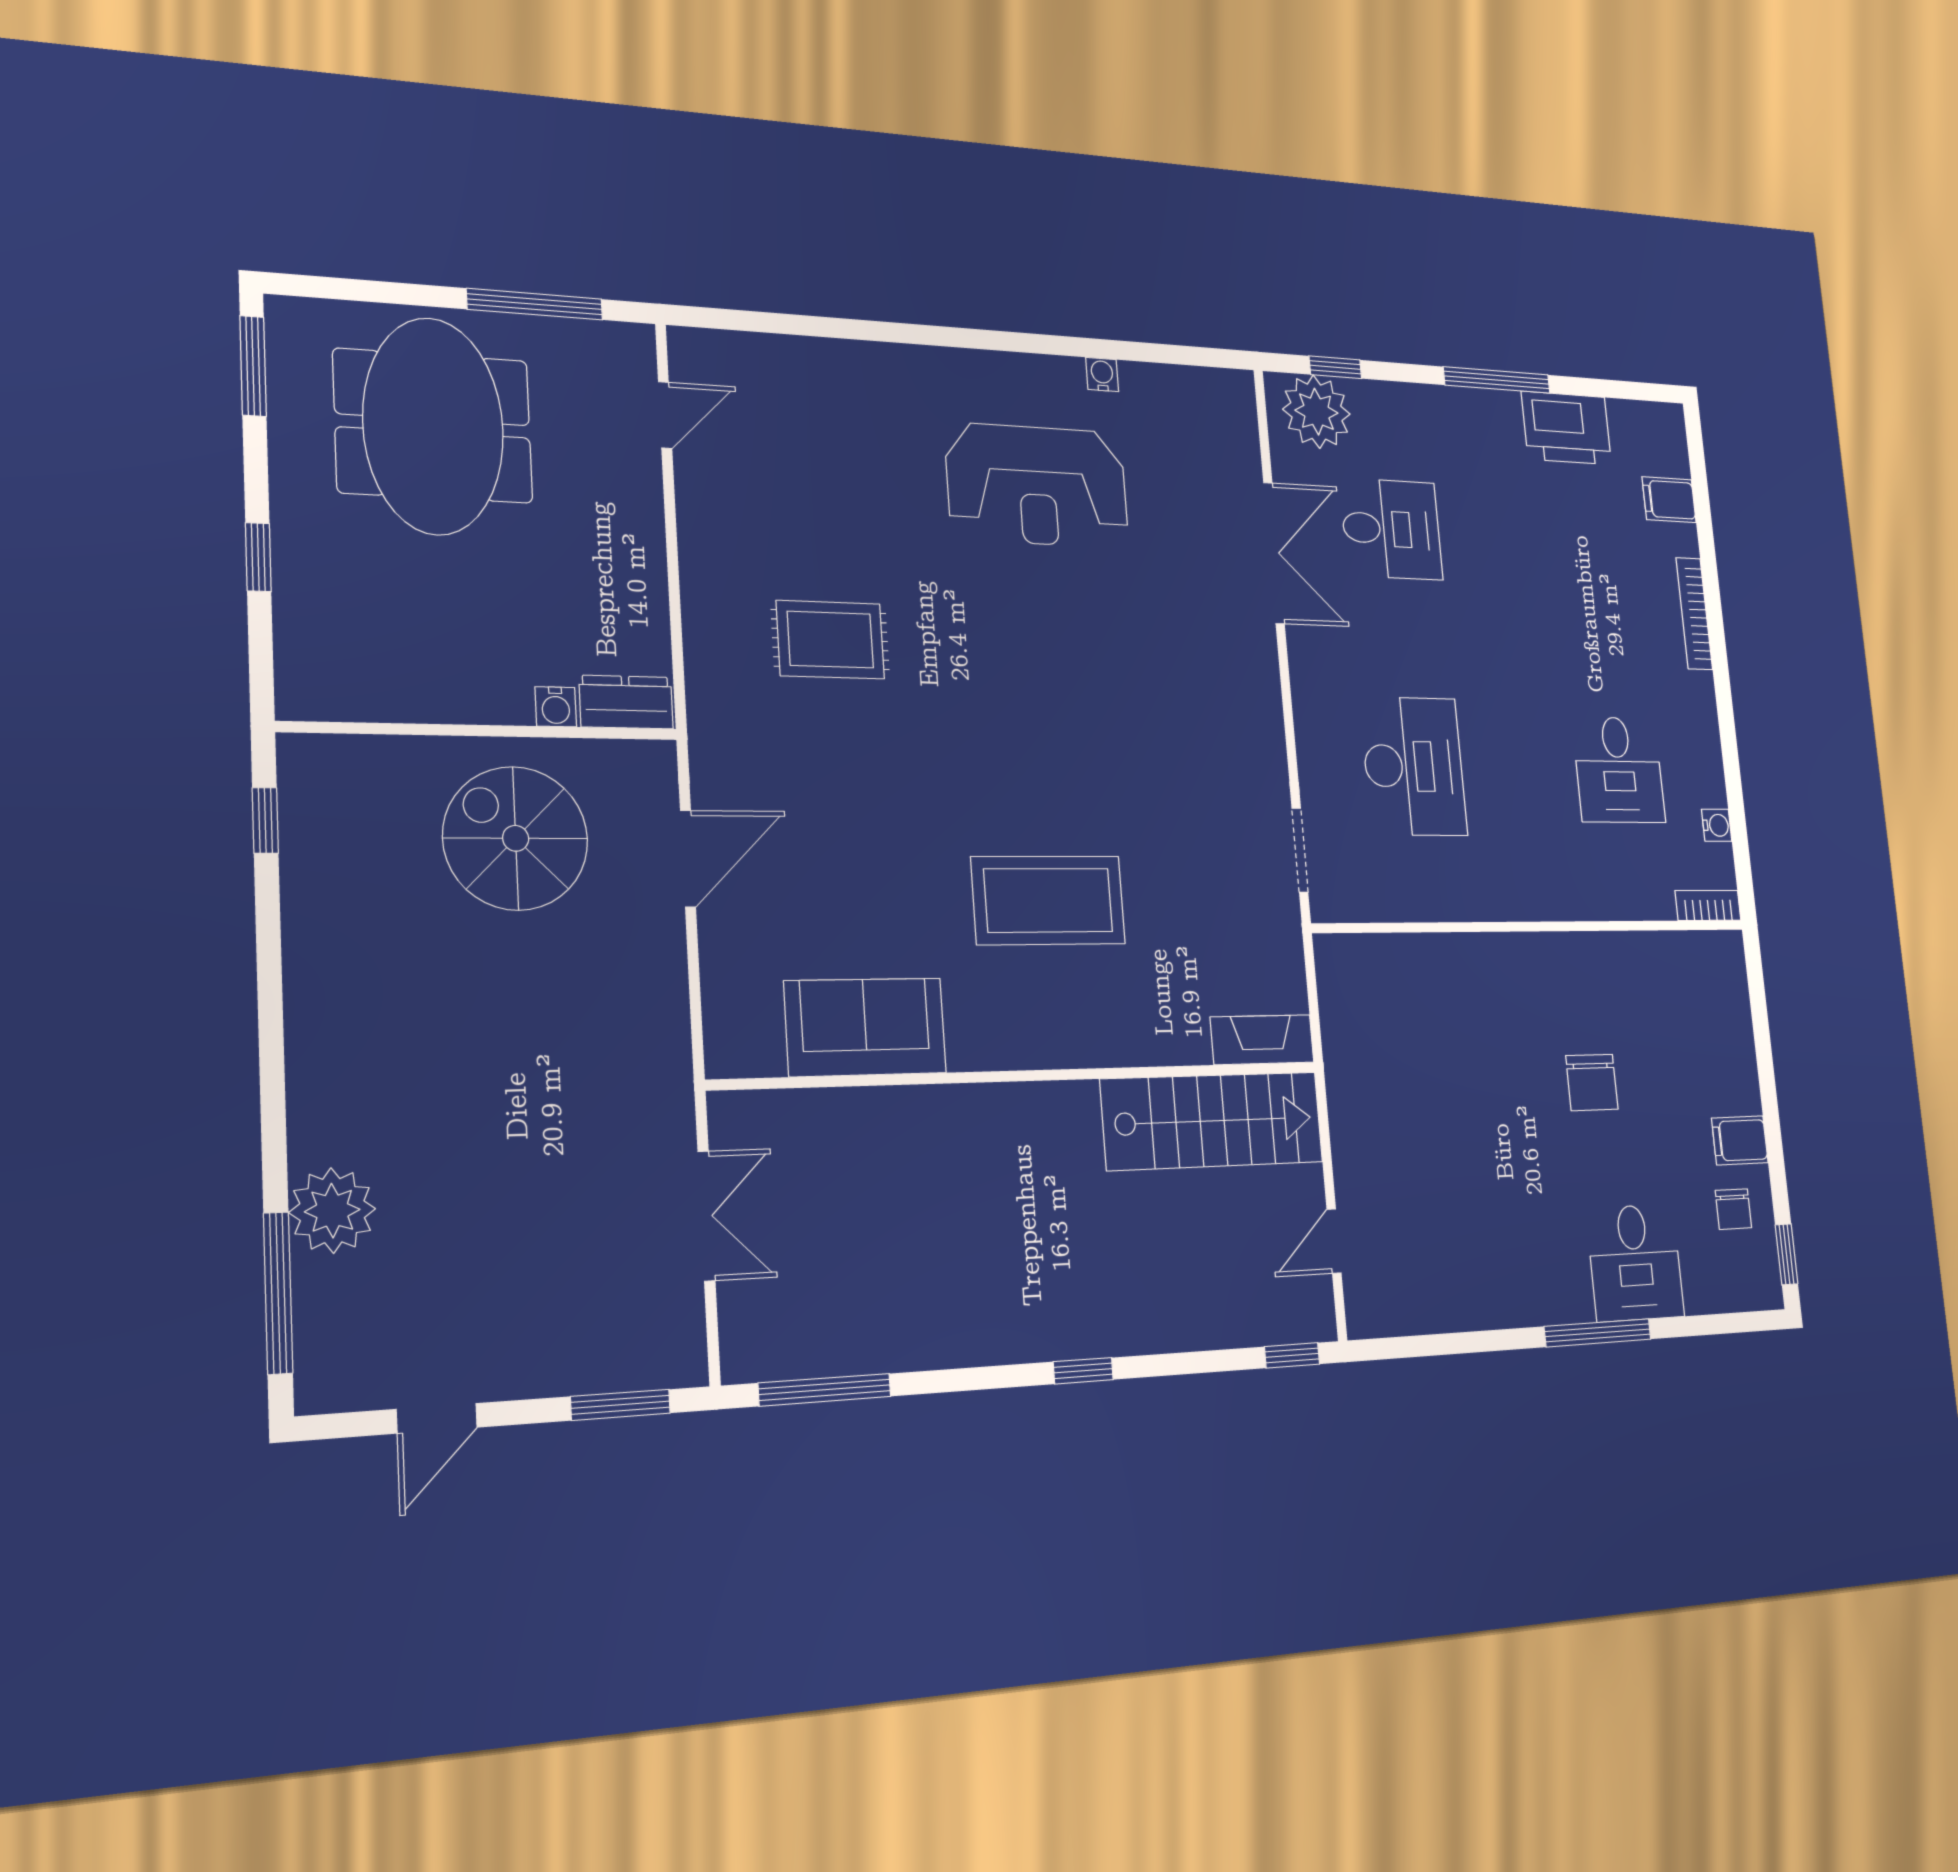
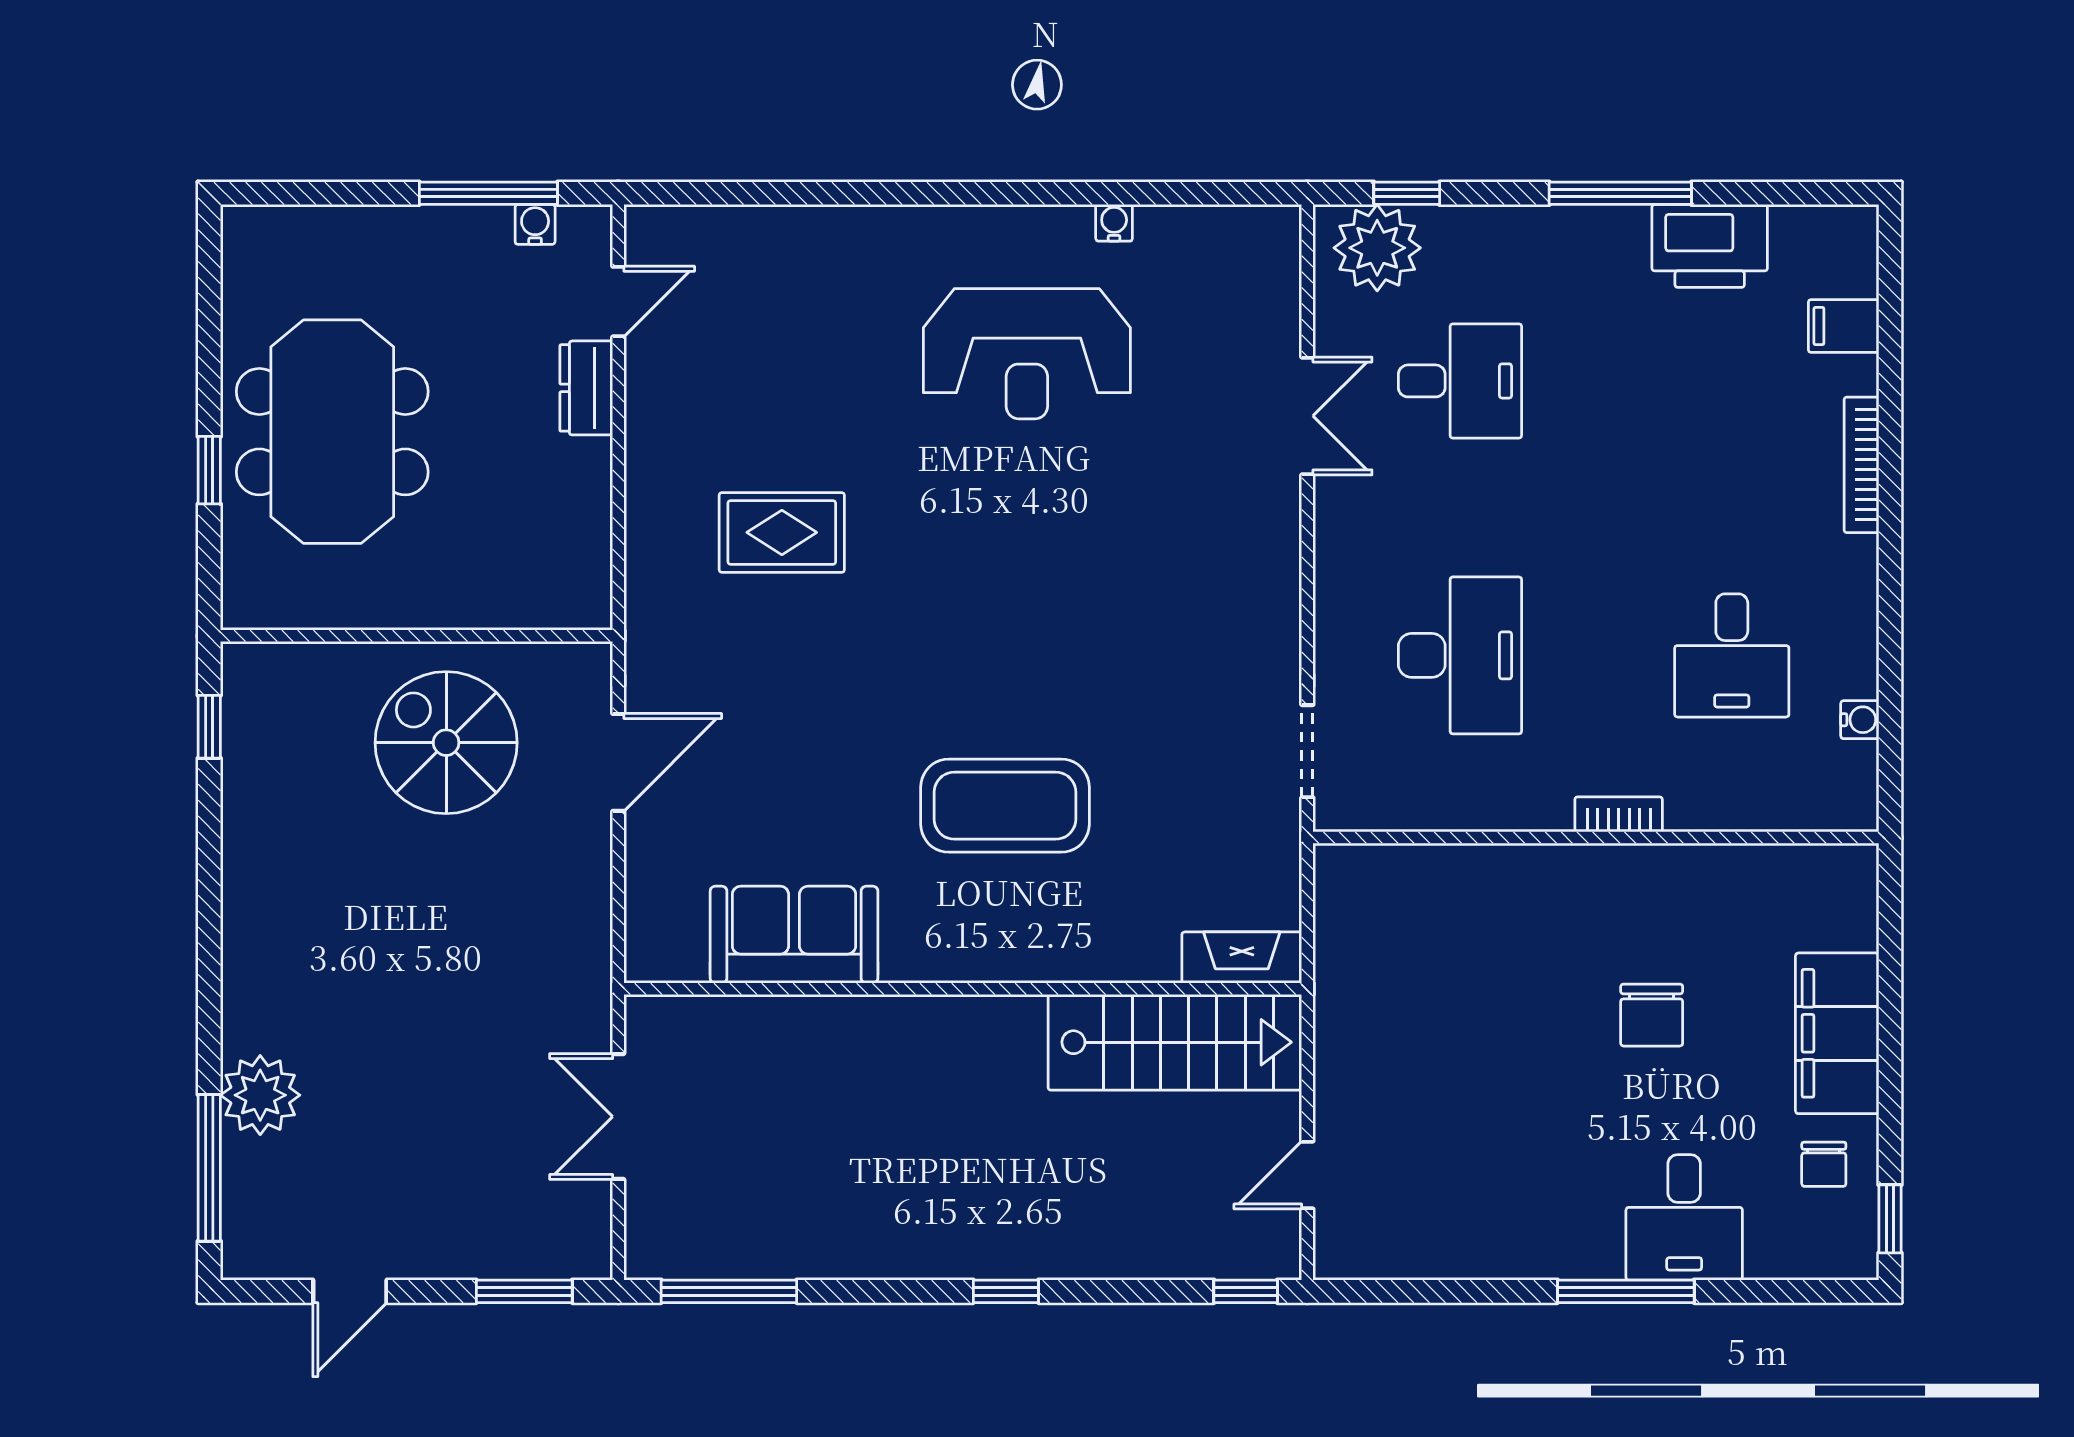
window: (253, 366) -> (209, 279), removed
meeting table: (433, 426) -> (332, 432), moved
double door: (1274, 553) -> (1307, 416), width x0.73
dresser: (626, 702) -> (586, 388), moved, turned -90
water cooler: (556, 707) -> (535, 224), moved, turned 180
bookcase: (1708, 905) -> (1619, 814), moved
filing cabinet: (1740, 1140) -> (1837, 1033), width x3.00, depth x1.17
double door: (706, 1216) -> (618, 1117), swing flipped

